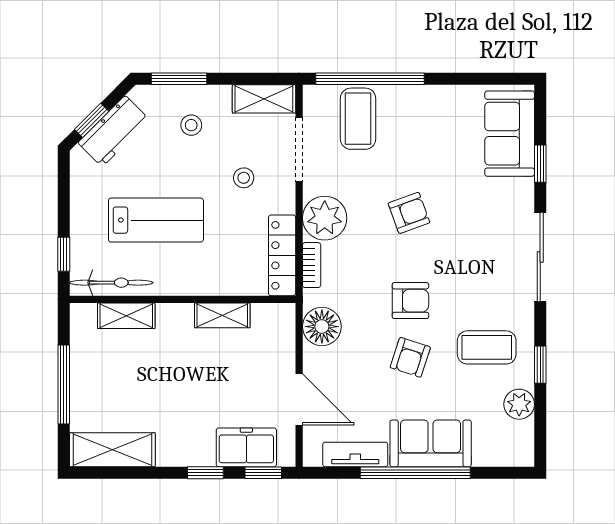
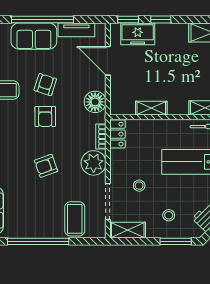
window: (370, 79) -> (38, 241), moved
locker: (282, 255) -> (118, 134), width x0.66
armchair: (410, 301) -> (45, 116), turned -90

